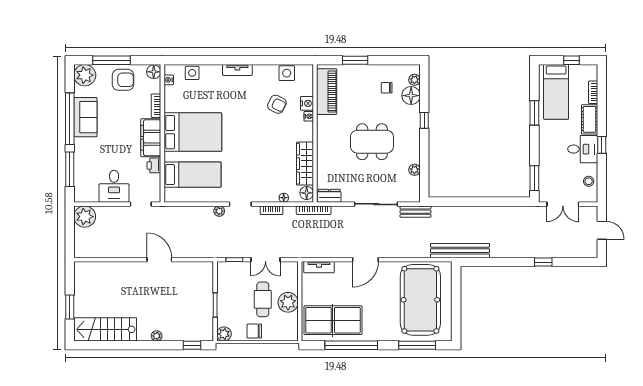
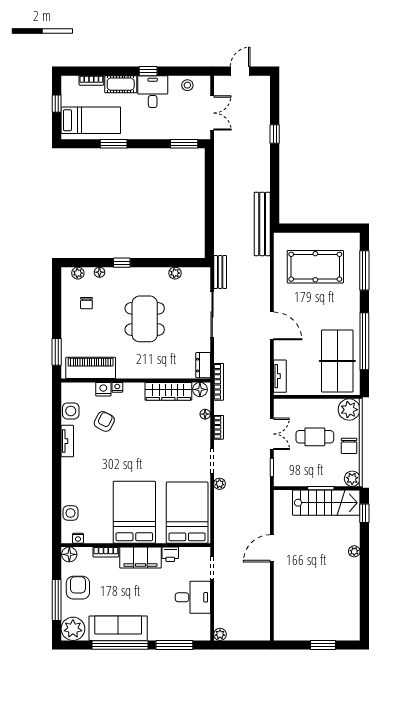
window: (355, 60) -> (57, 352), moved
tv unit: (237, 70) -> (67, 441), moved
floor lamp: (411, 96) -> (99, 272), width x0.53, depth x0.53
sofa: (85, 117) -> (118, 628), width x1.36
bed: (192, 175) -> (187, 513), width x1.50
plant: (85, 217) -> (220, 634), width x0.53, depth x0.53
pool table: (420, 300) -> (315, 267), width x0.73, depth x0.76
plant: (288, 302) -> (349, 410), moved
stairs: (105, 329) -> (326, 503), moved, turned -90

